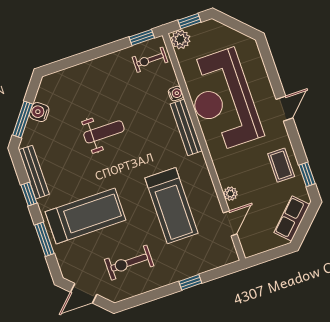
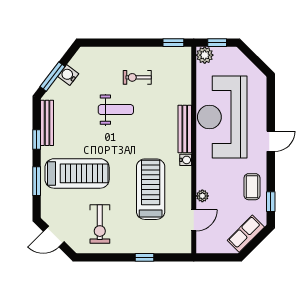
exercise bike: (150, 60) -> (137, 77), moved
water cooler: (176, 93) -> (186, 160), moved
treadmill: (172, 206) -> (151, 189), turned 180
exercise bike: (129, 263) -> (100, 224), turned -90

